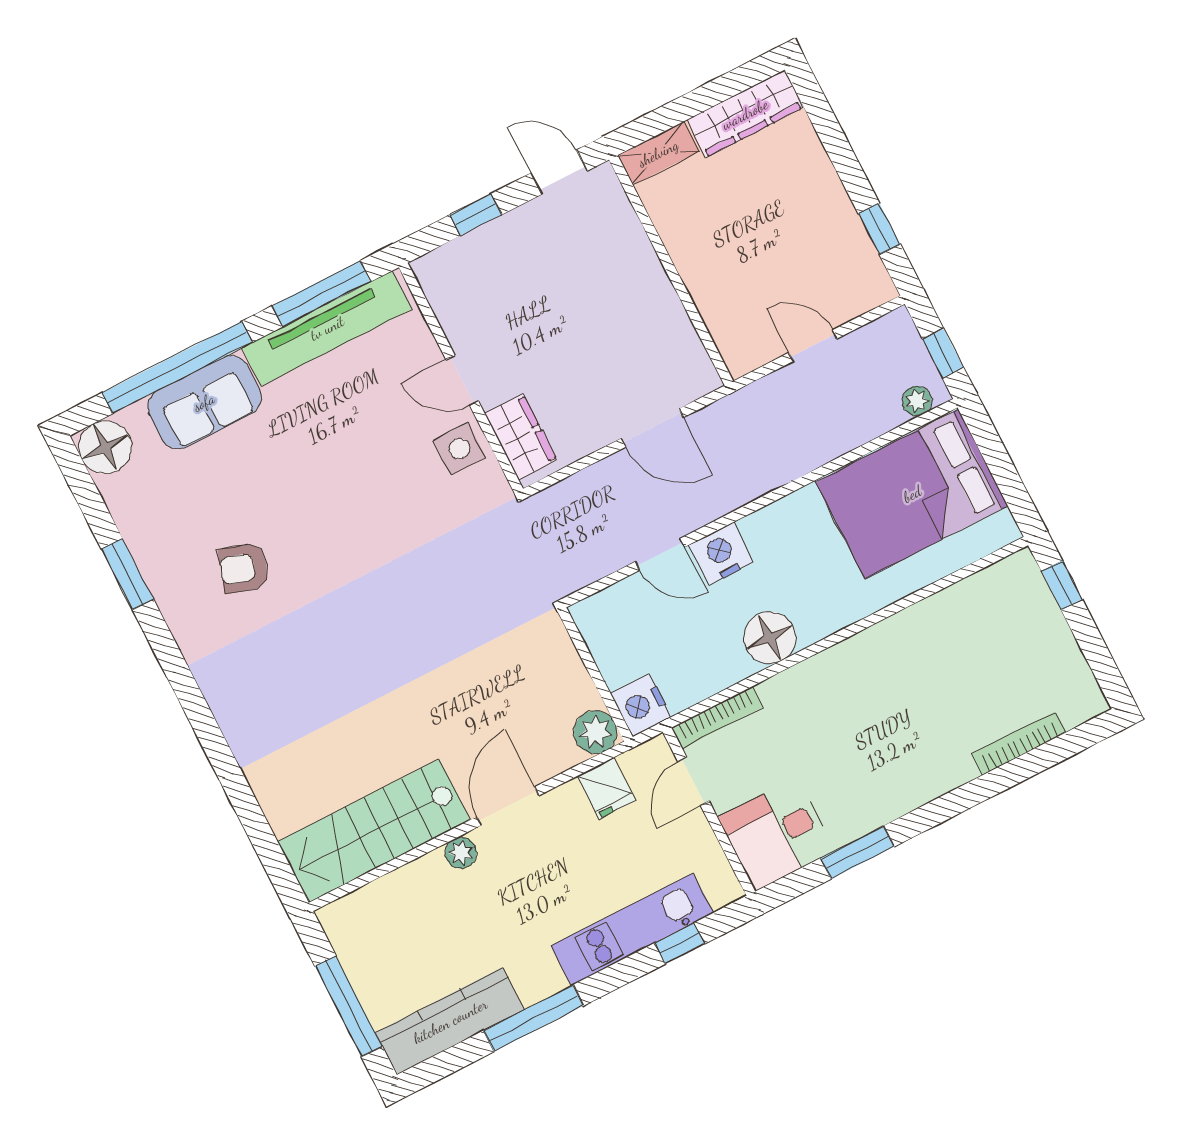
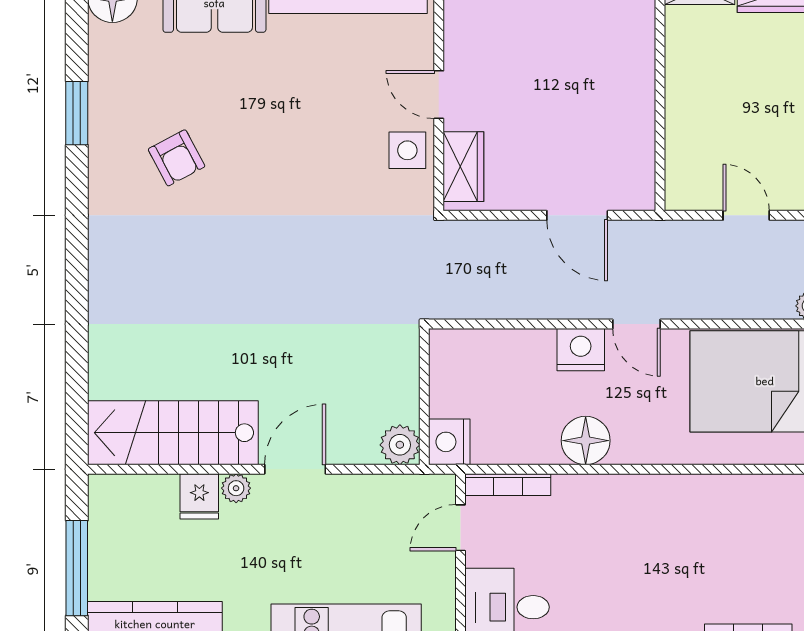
door: (660, 554) -> (636, 324), moved
armchair: (244, 568) -> (177, 158), turned -135
fridge: (606, 788) -> (199, 496), moved

